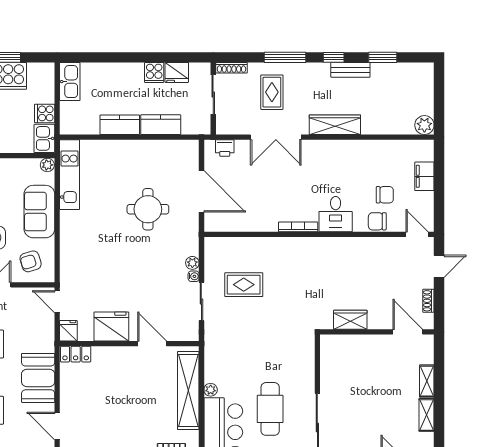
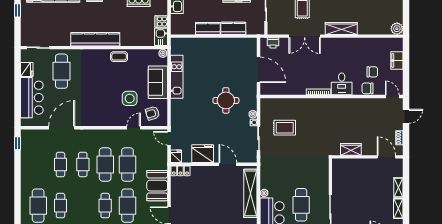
kitchen unit: (70, 175) -> (177, 77), moved
round table: (148, 209) -> (226, 100), moved

